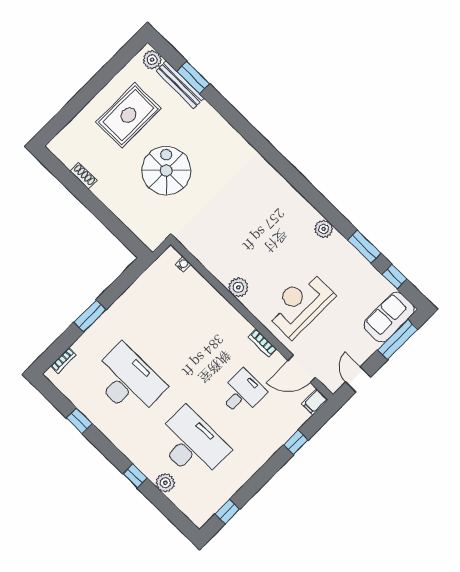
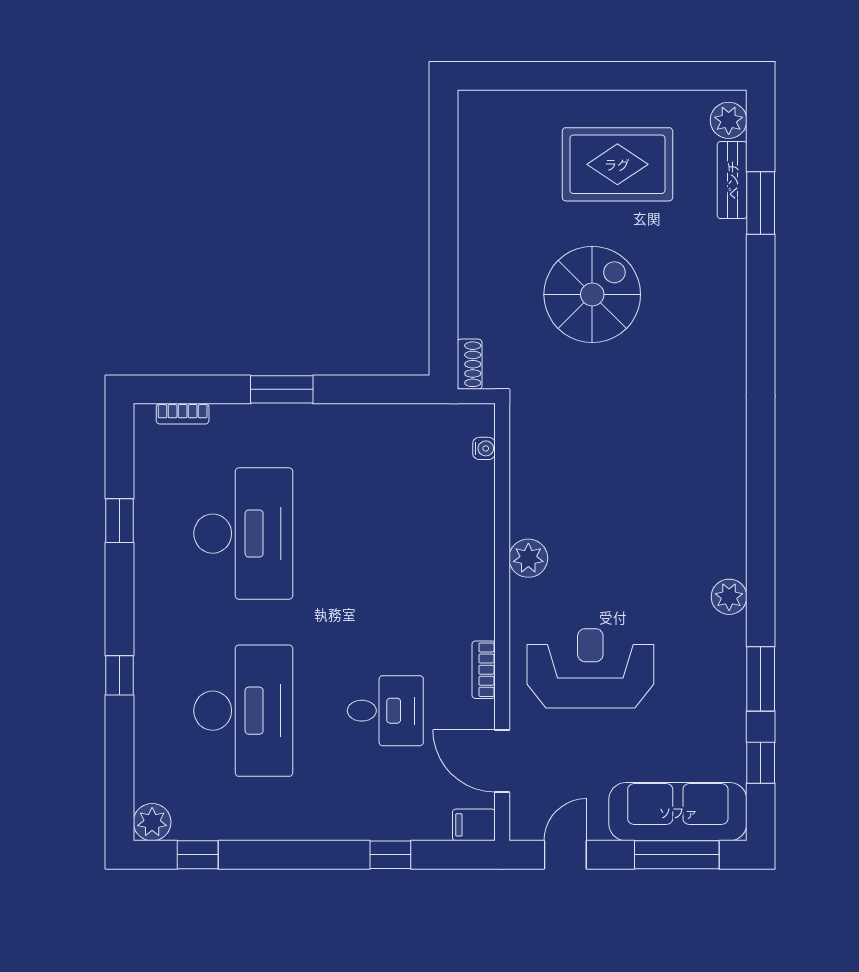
bench: (180, 85) -> (732, 180), width x0.73
shoe rack: (83, 176) -> (470, 364), moved
sofa: (389, 317) -> (678, 812), width x1.36
plant: (165, 483) -> (152, 822), moved

